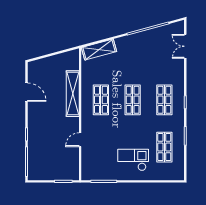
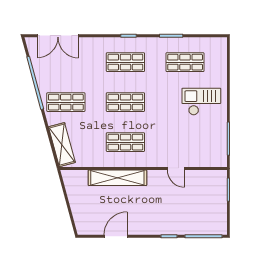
double door: (185, 46) -> (58, 36), width x1.37
shop shelf: (133, 53) -> (66, 102), added
checkout: (133, 160) -> (201, 102), turned 90

